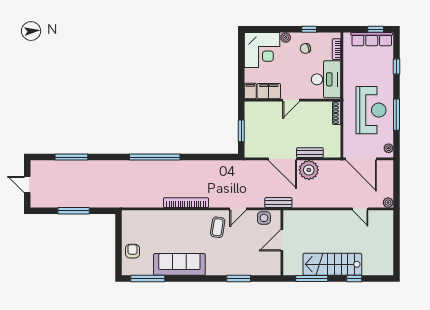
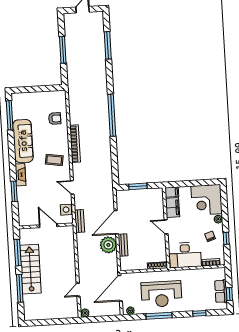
row of seats: (372, 39) -> (221, 291), width x0.68
coffee table: (218, 227) -> (54, 160), moved
armchair: (133, 251) -> (55, 119), moved
fireplace: (219, 270) -> (20, 175), added
window: (354, 278) -> (20, 288), width x2.17

